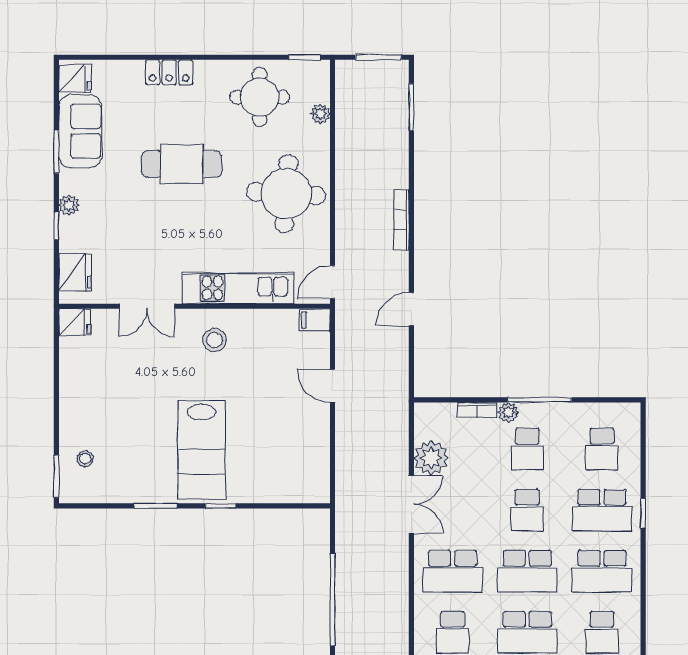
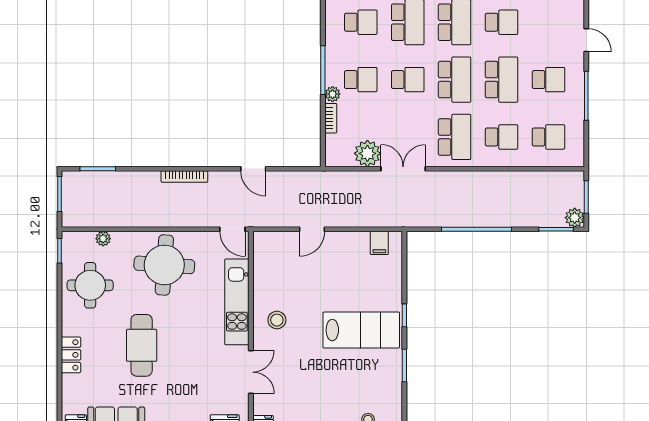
filing cabinet: (315, 320) -> (379, 243), moved

